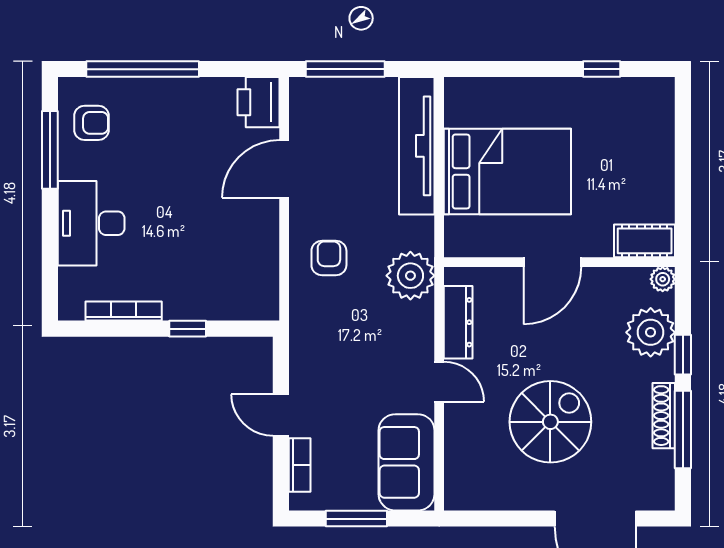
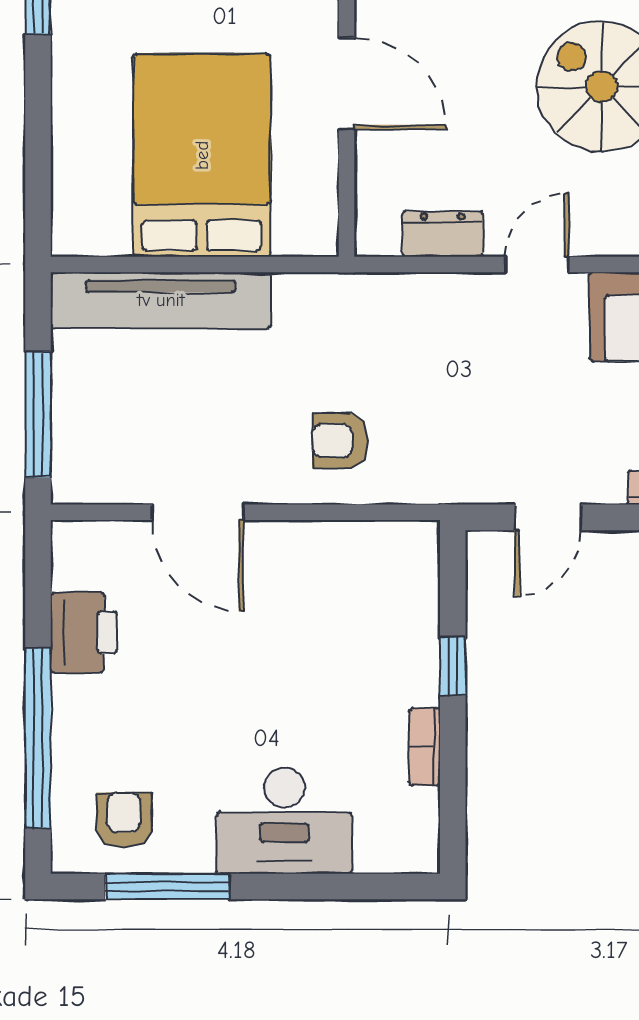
printer: (258, 102) -> (84, 633), moved, turned -90
plant: (410, 276) -> (368, 310), removed
bookcase: (124, 311) -> (425, 747), width x0.64
dresser: (458, 322) -> (443, 234), width x0.70
door: (281, 415) -> (548, 517), moved

